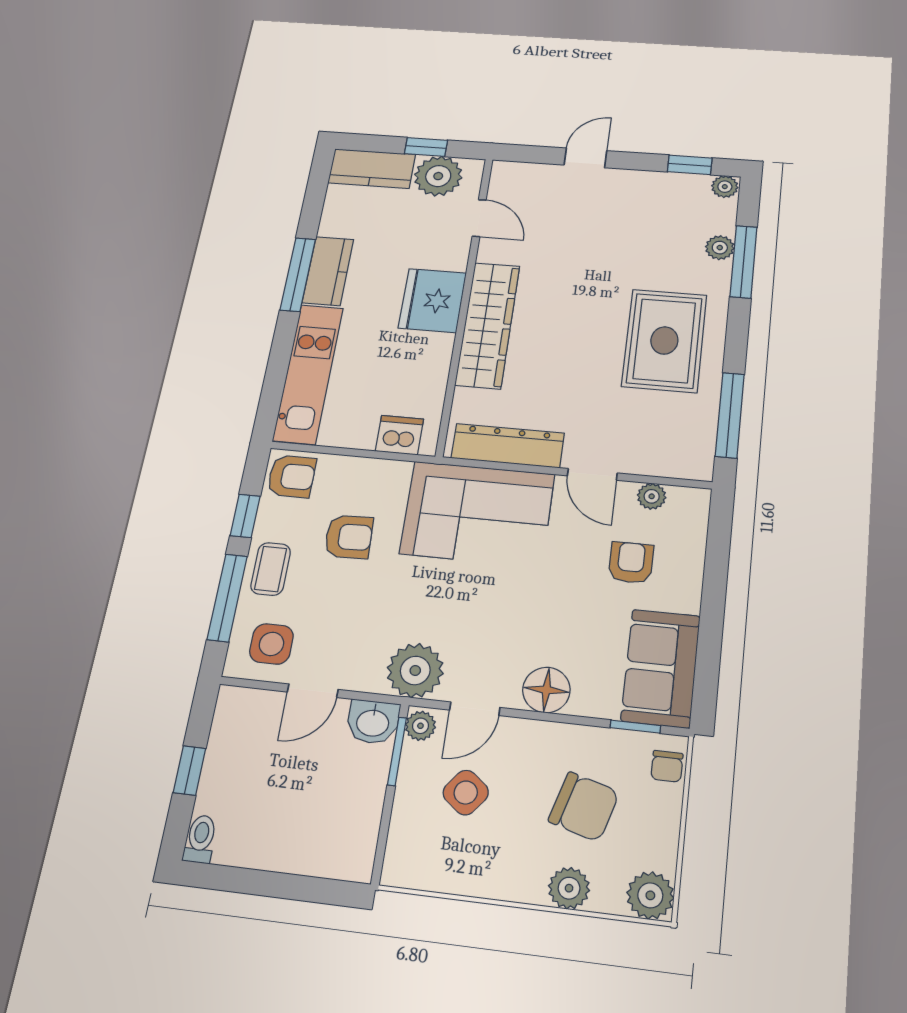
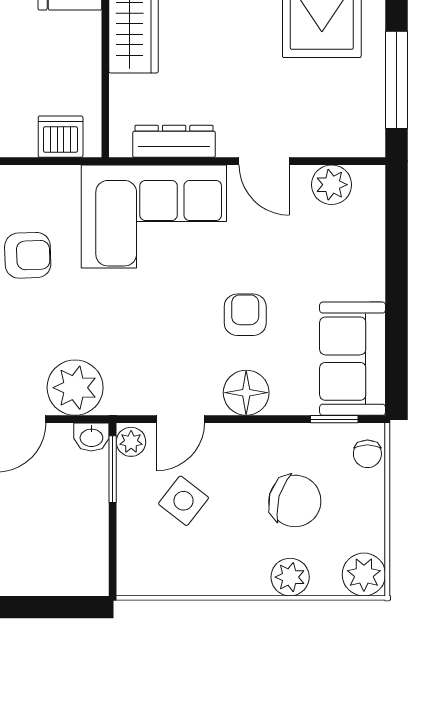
dresser: (508, 446) -> (174, 141), width x0.73, depth x0.80
plant: (652, 496) -> (332, 185), width x1.38, depth x1.38
armchair: (631, 563) -> (245, 315), moved
plant: (415, 670) -> (75, 388), moved
washbasin: (373, 722) -> (91, 437), width x0.72, depth x0.69

